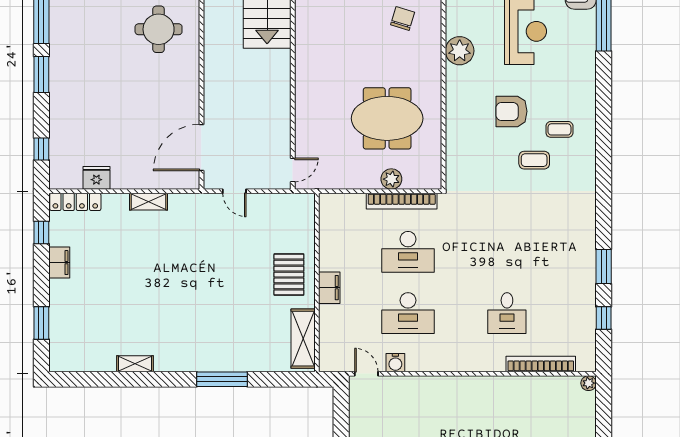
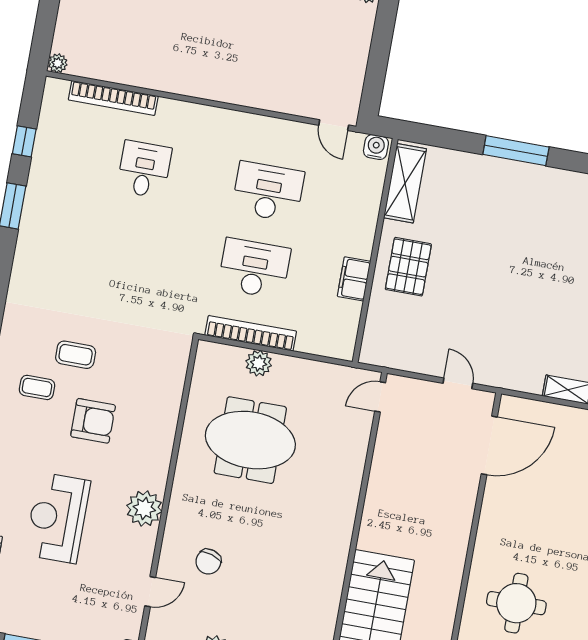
filing cabinet: (329, 288) -> (354, 279), moved
water cooler: (395, 363) -> (376, 147), moved

